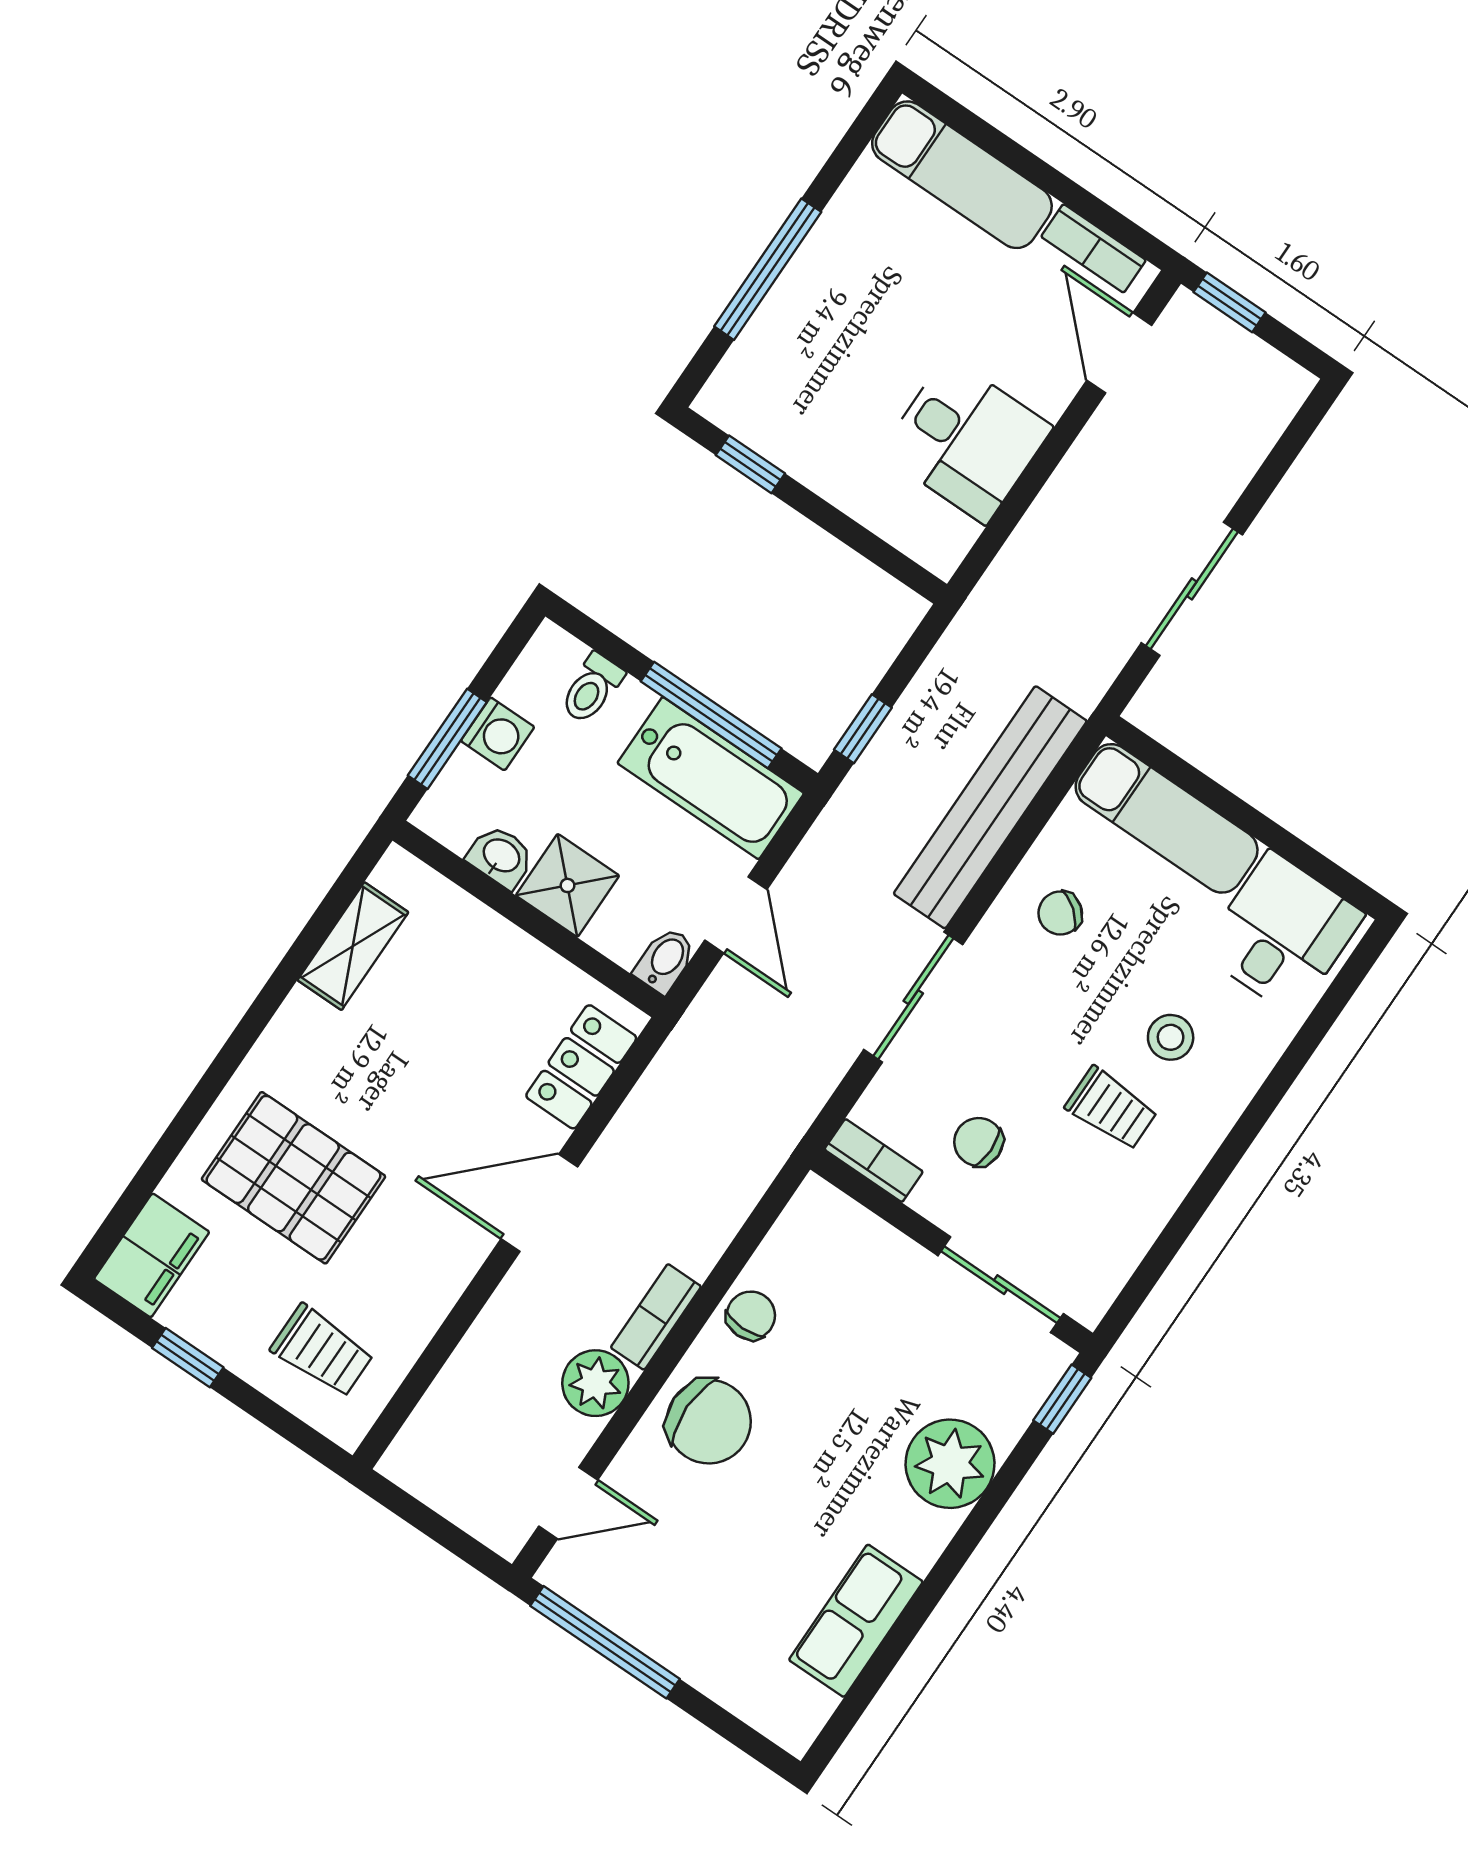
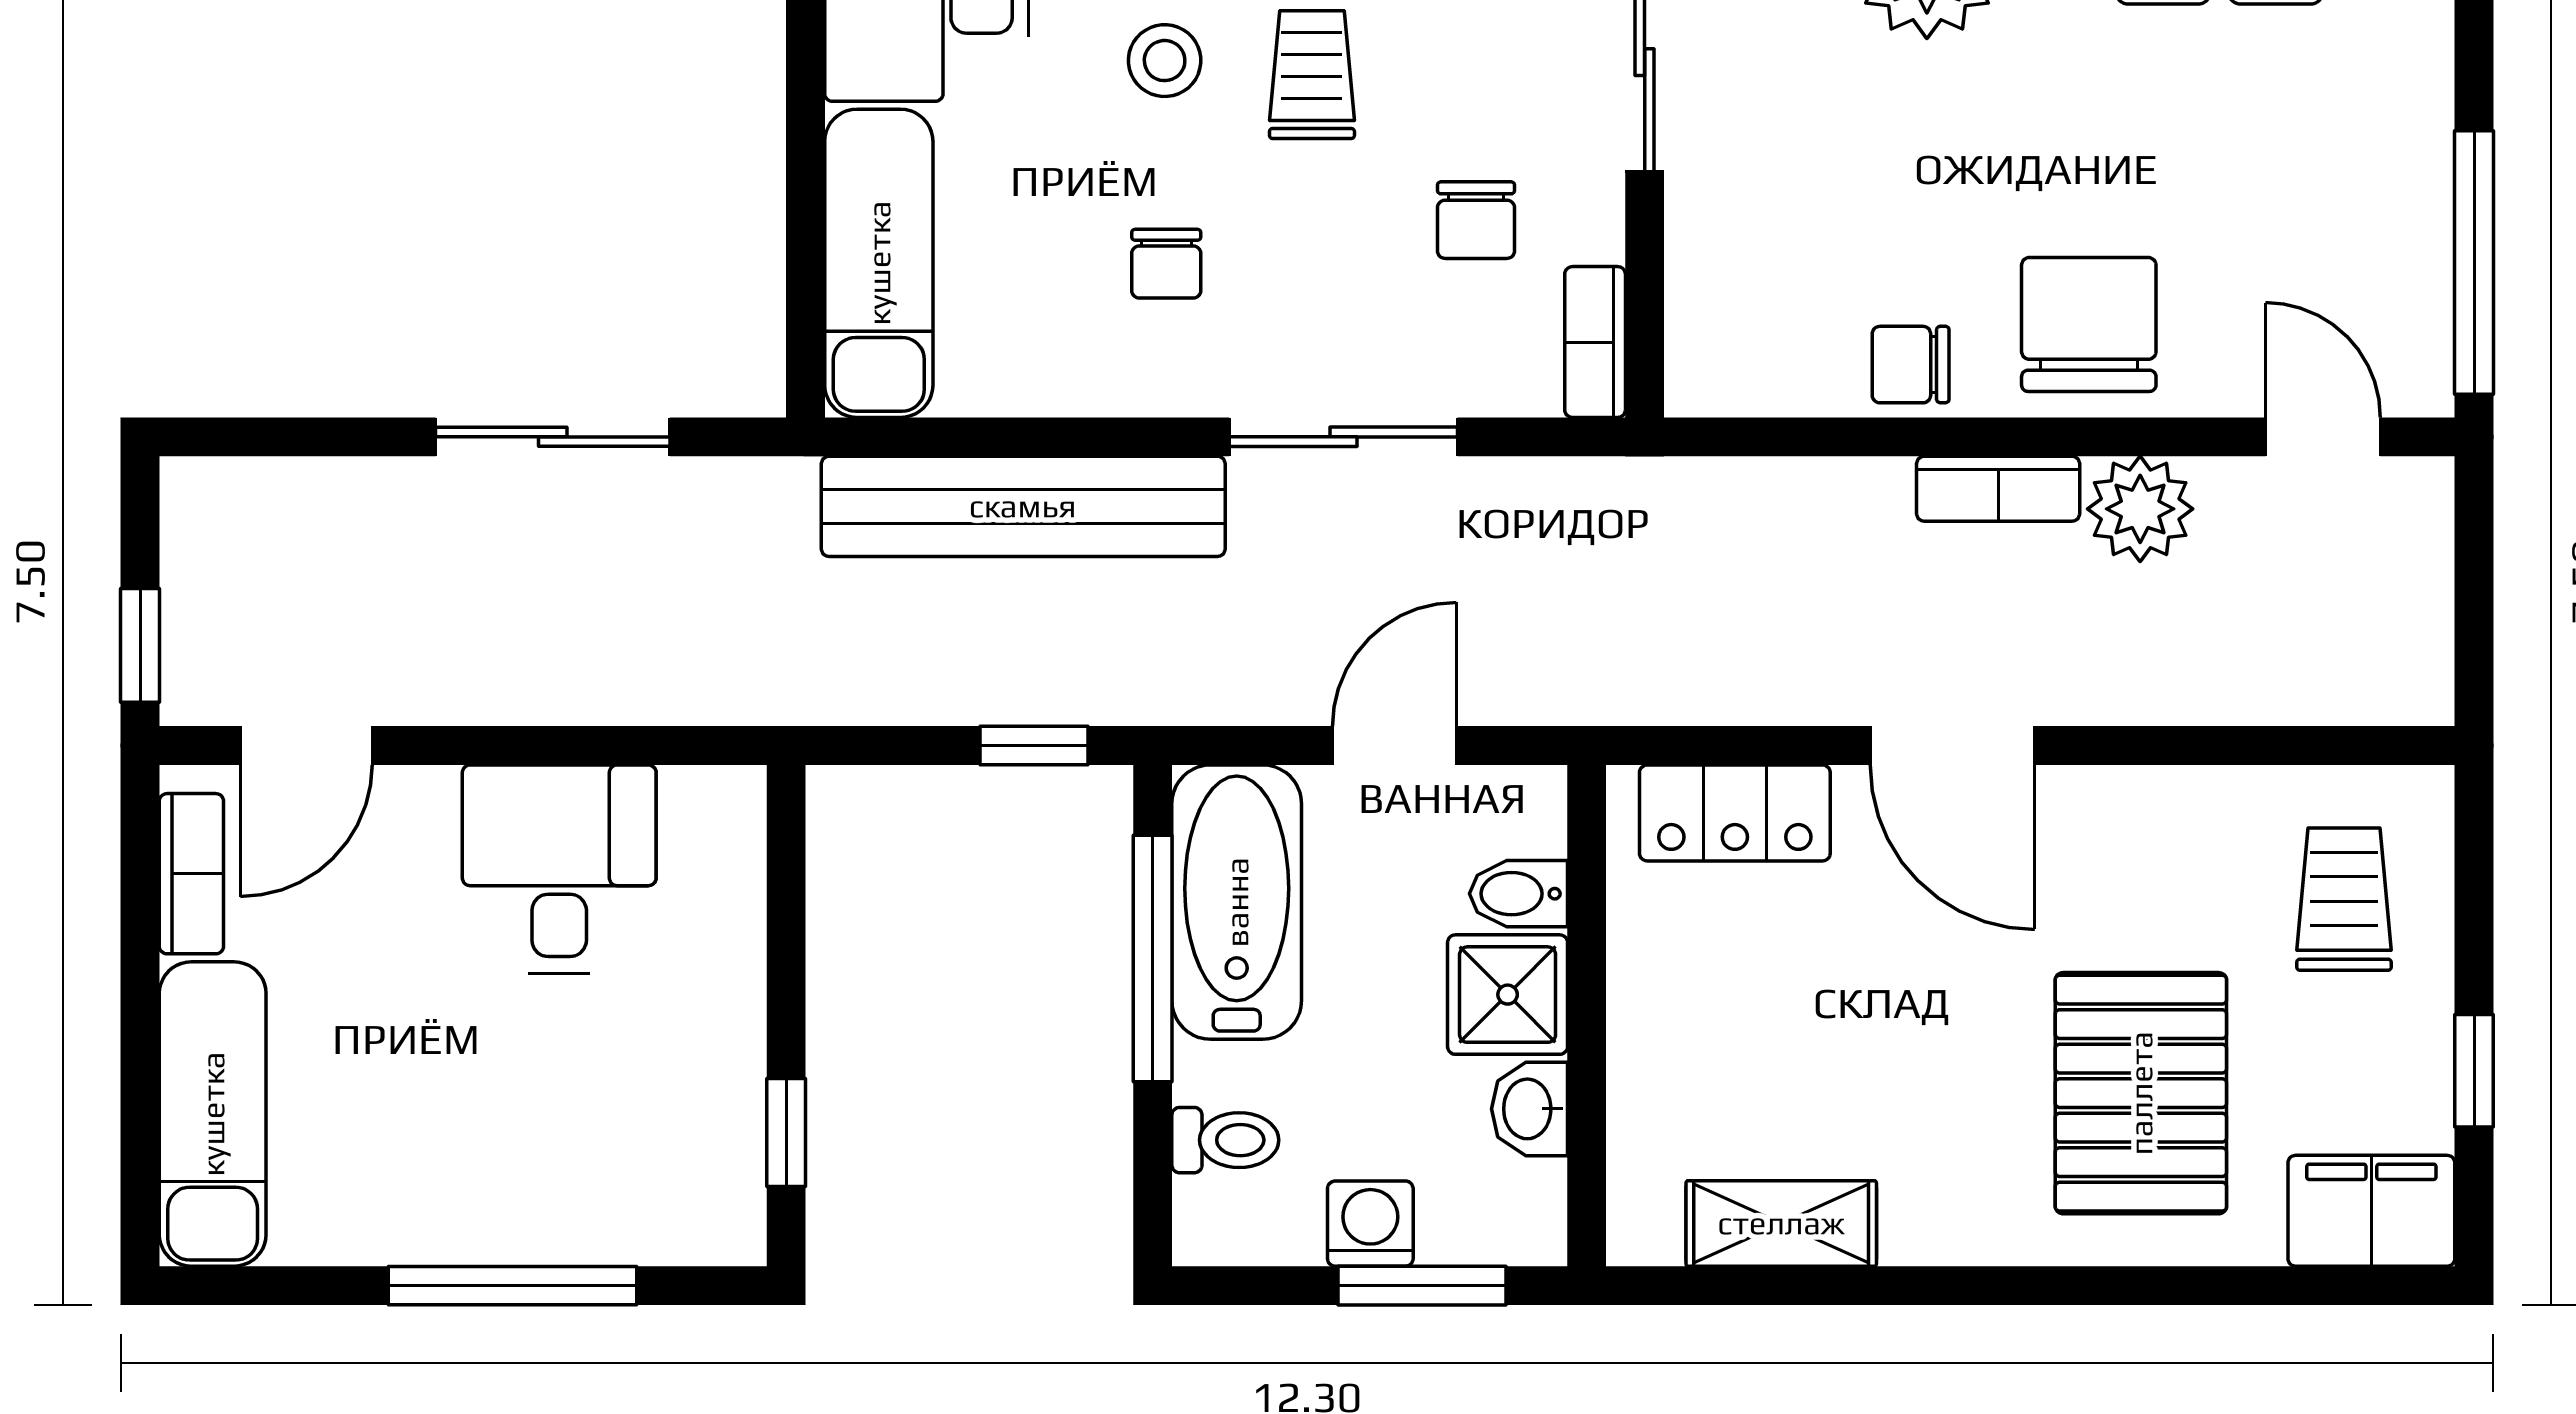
chair: (1060, 913) -> (1166, 264), moved, turned 52
bidet: (665, 960) -> (1518, 894), moved

